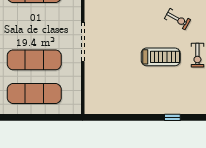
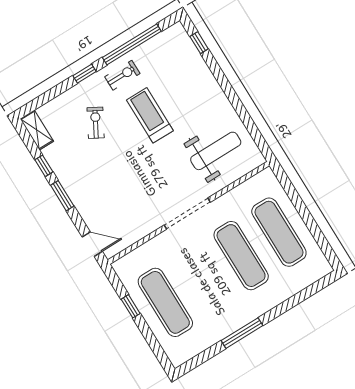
weight bench: (112, 85) -> (216, 151), added
window: (172, 117) -> (199, 43), moved

